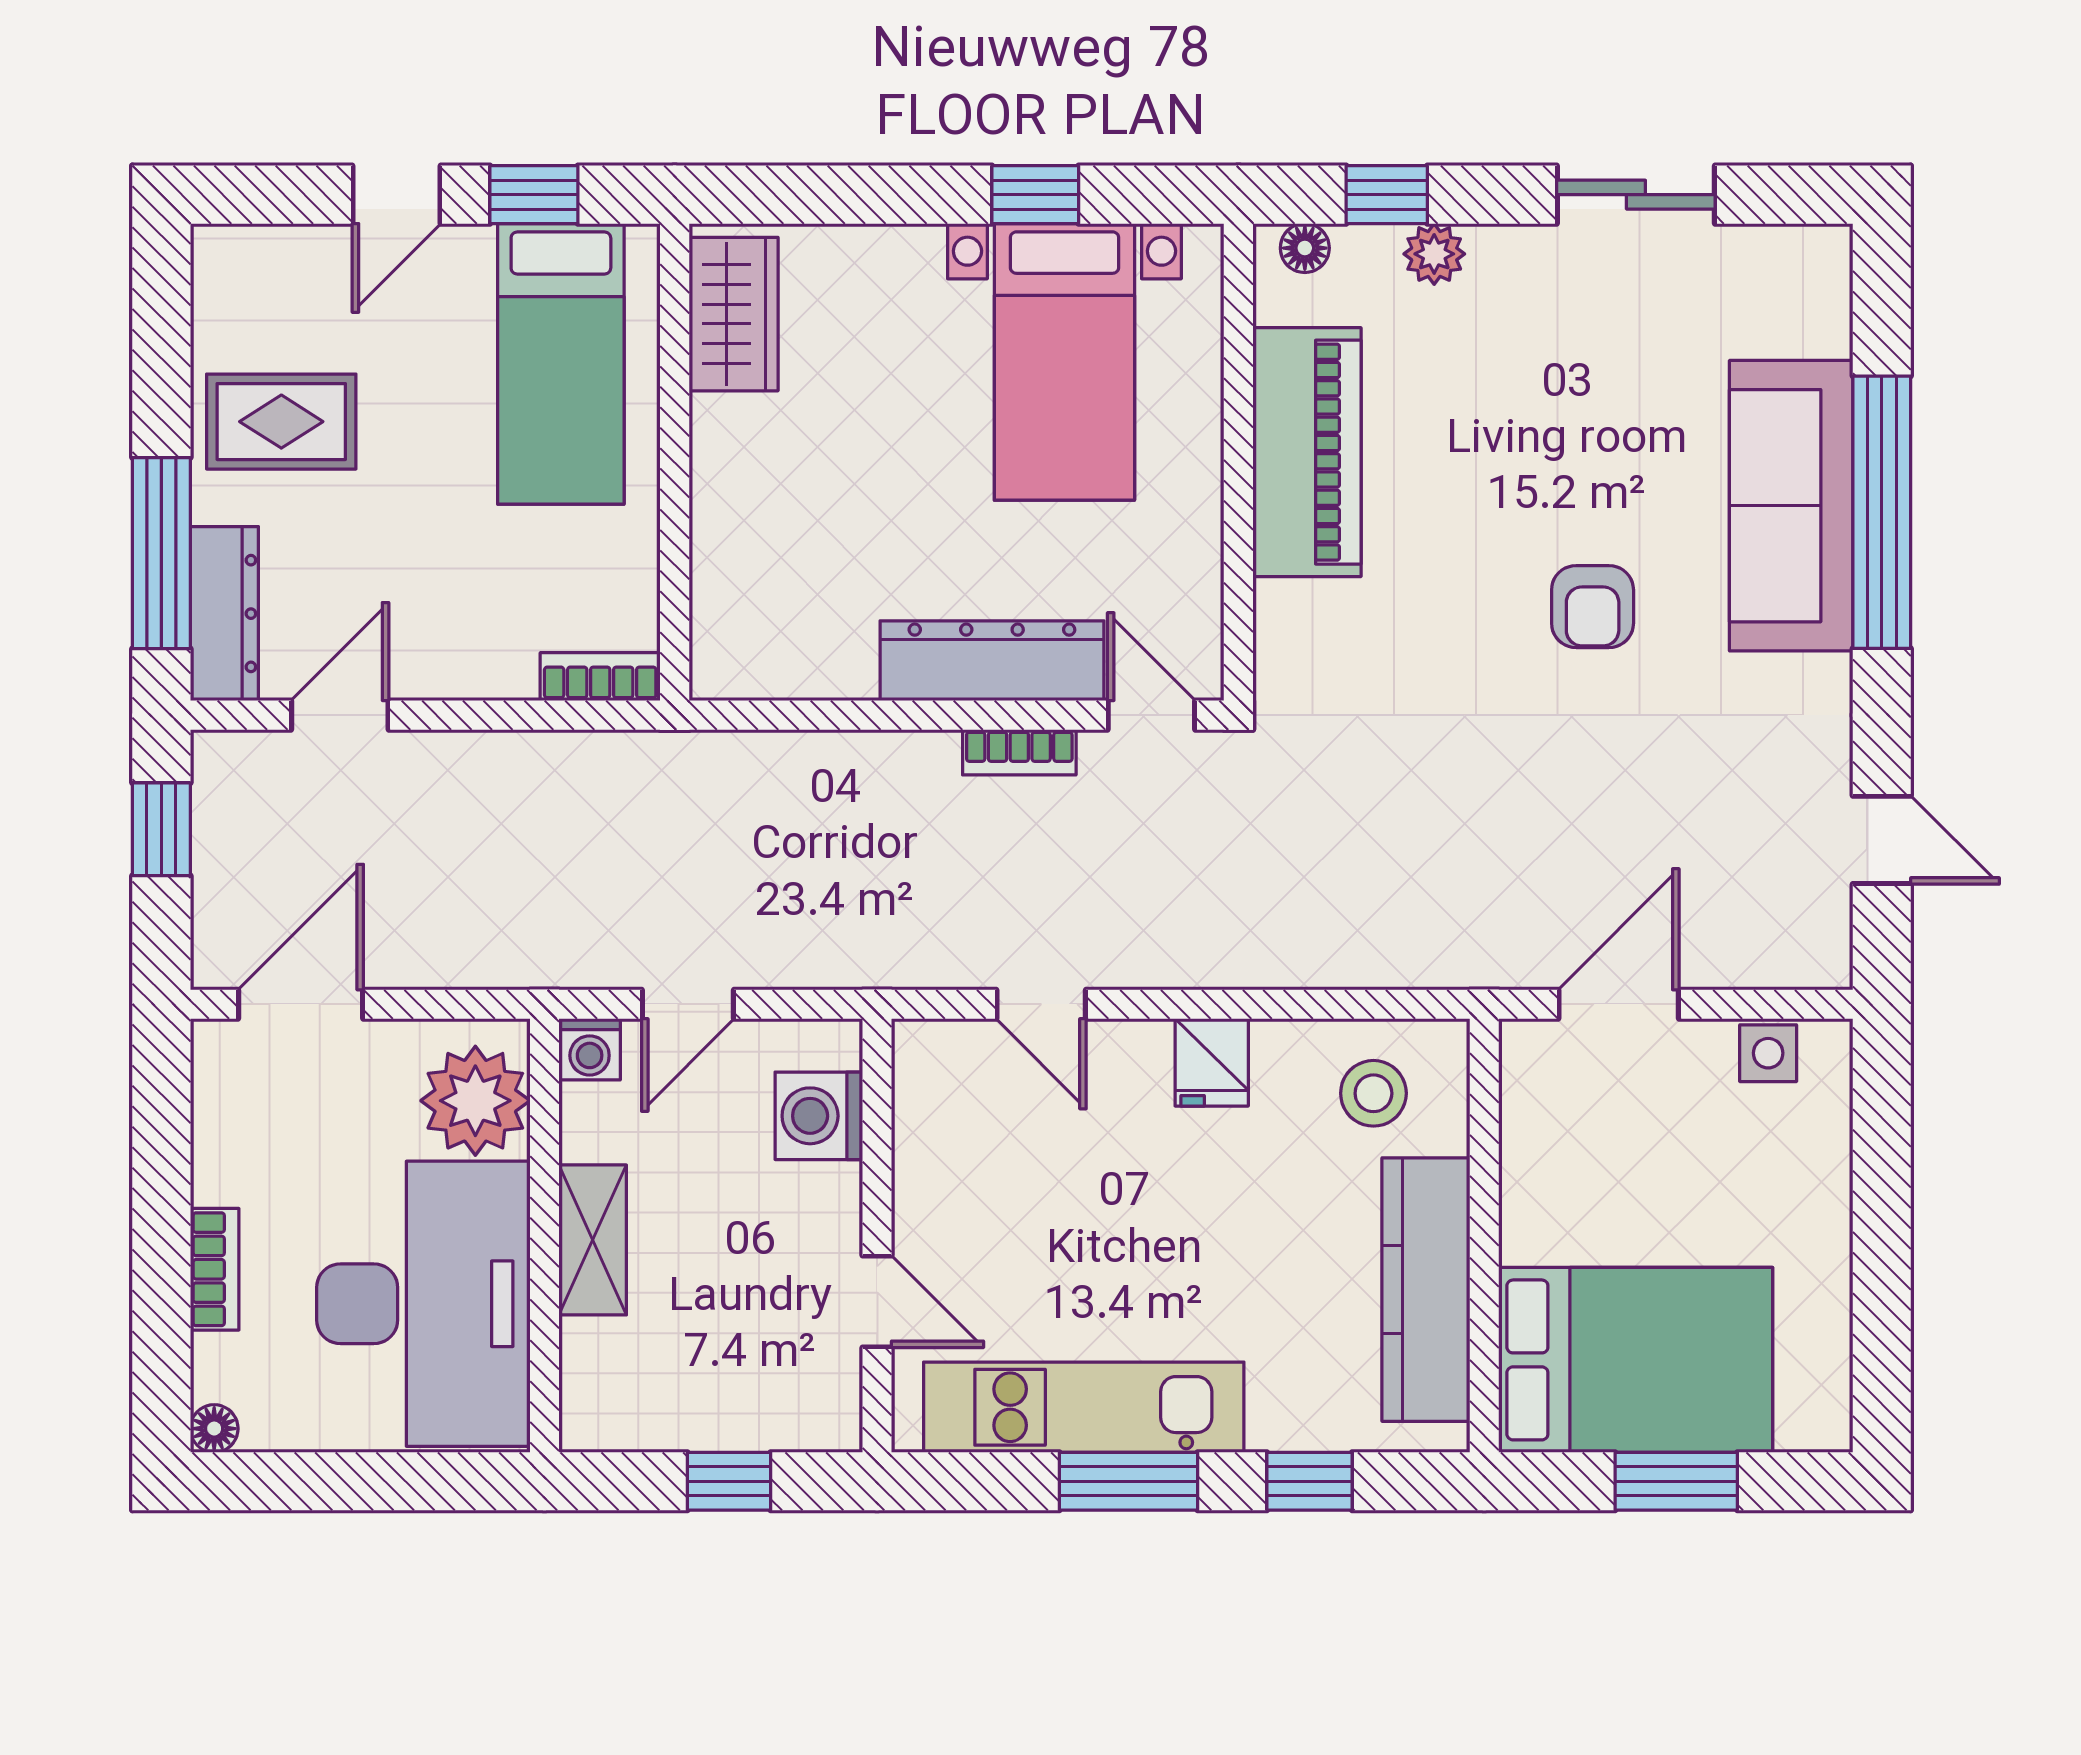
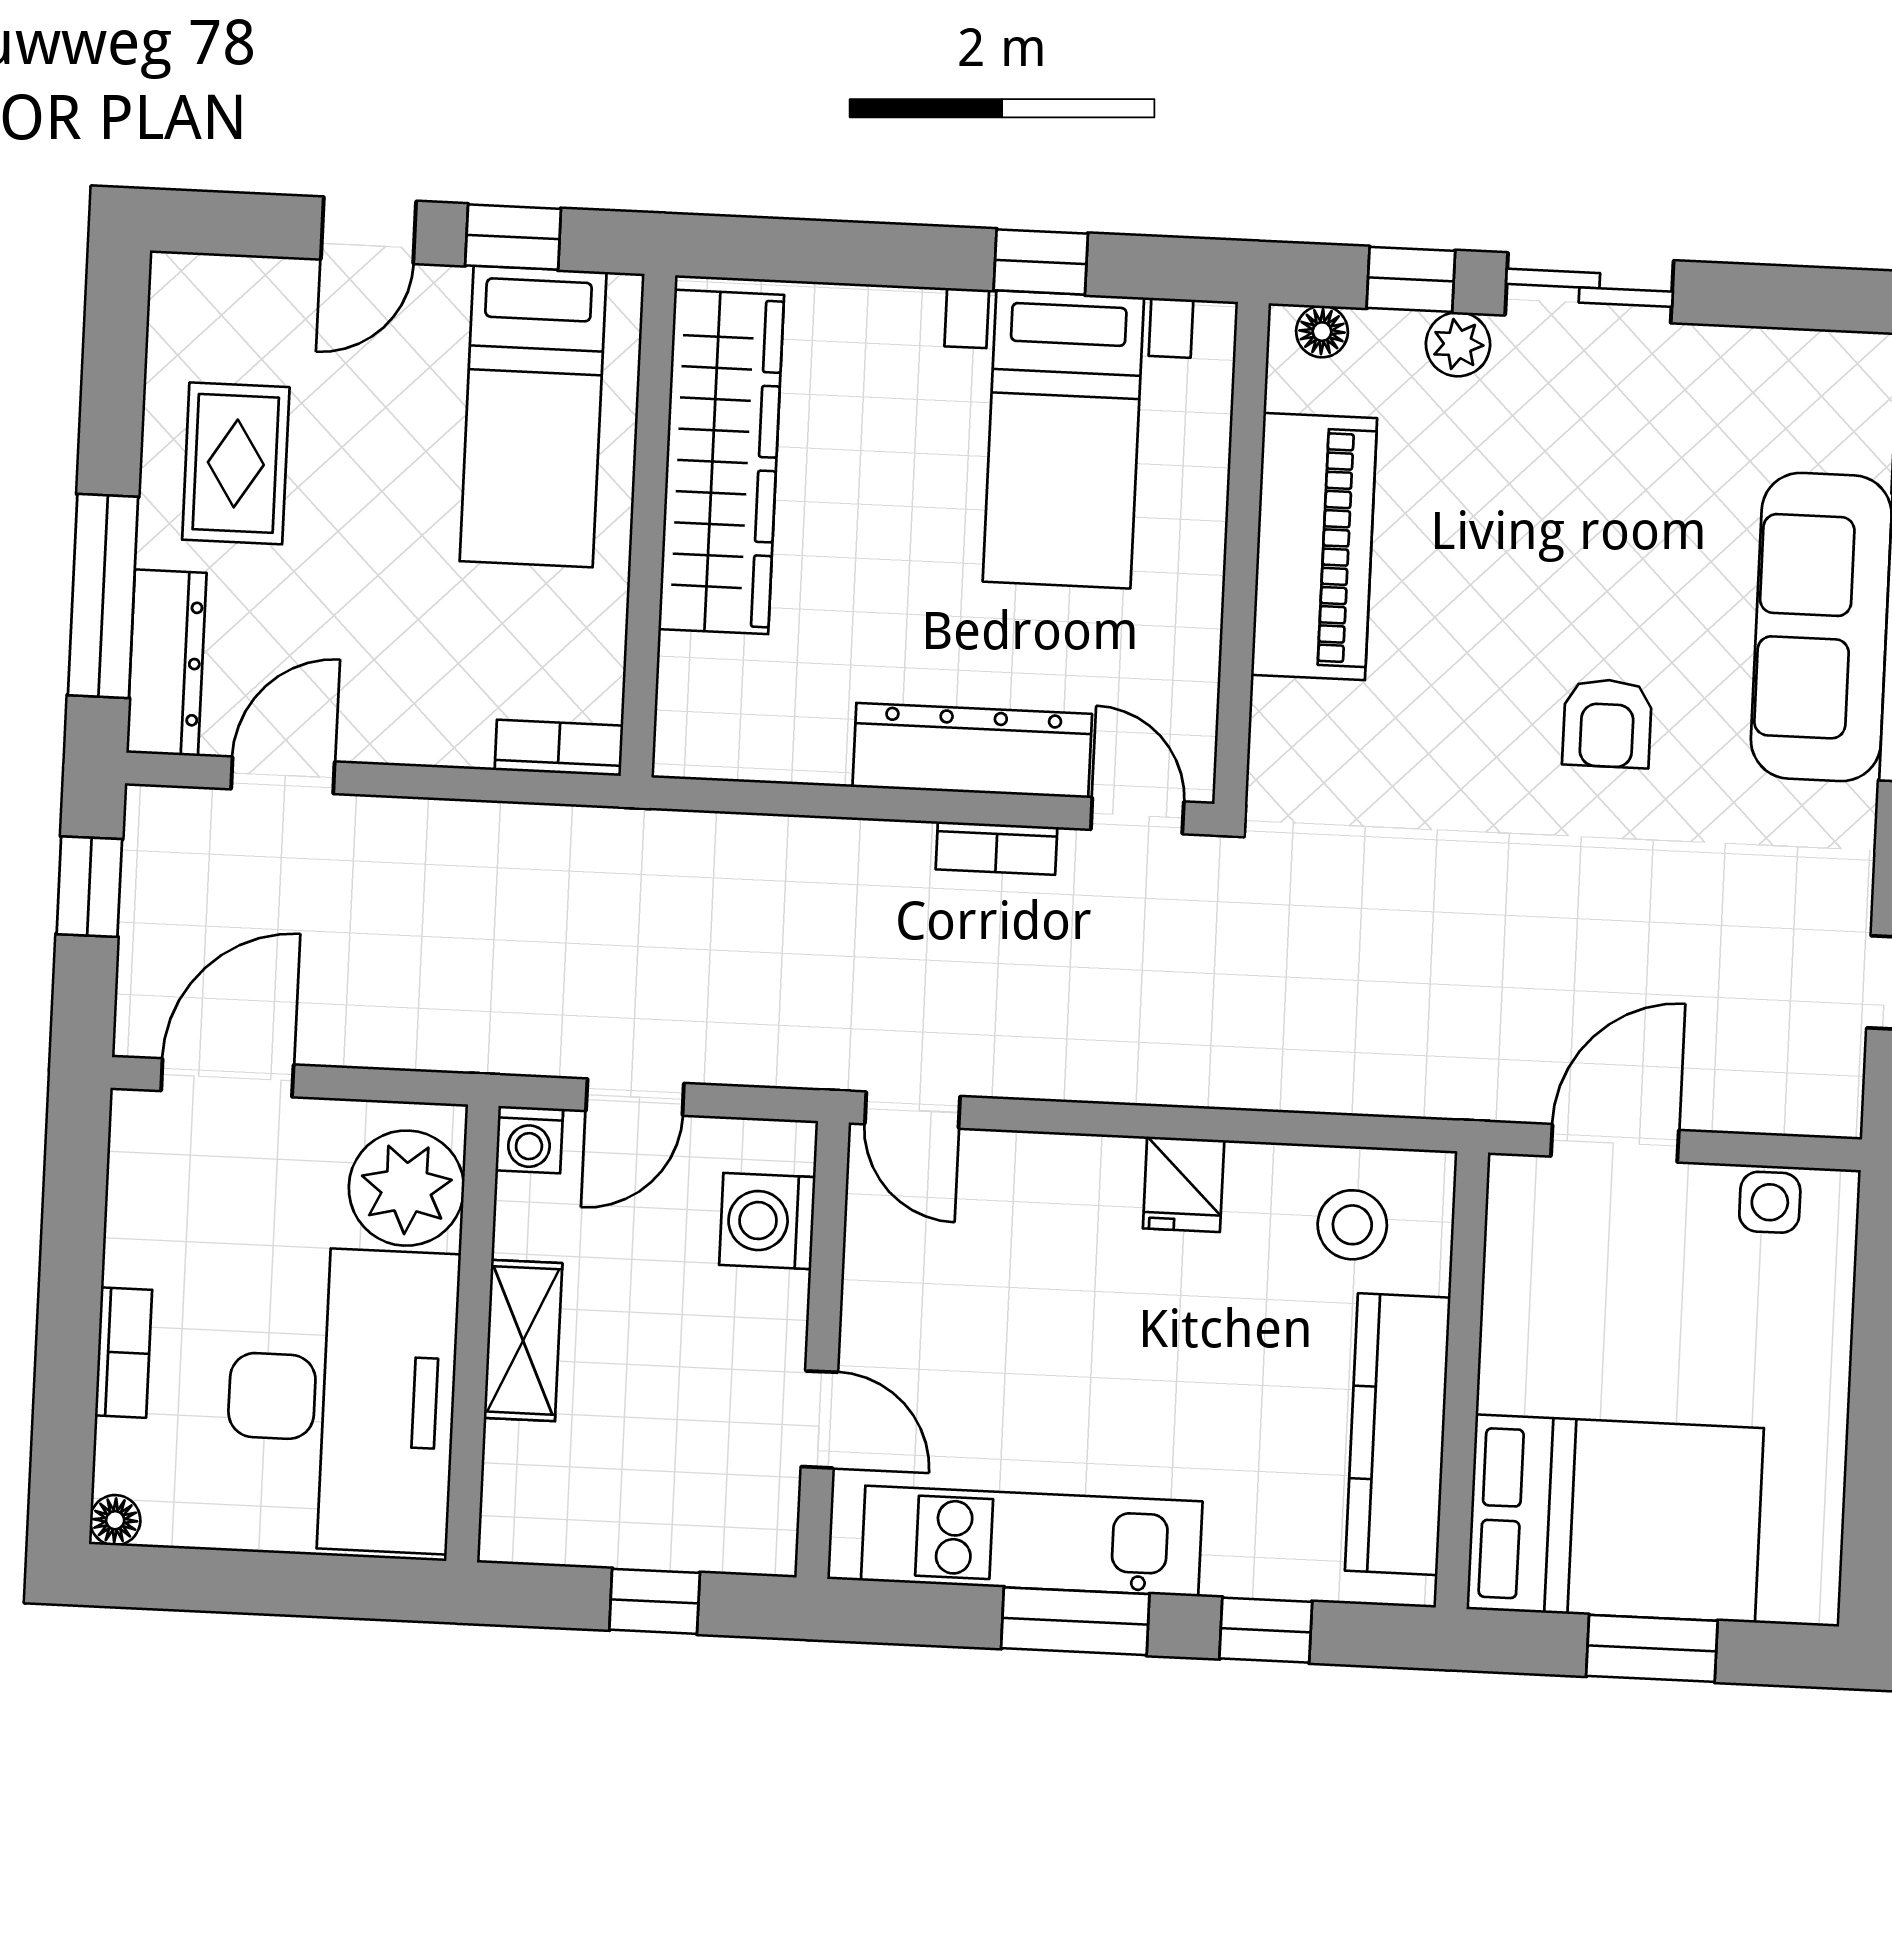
sliding door: (1636, 195) -> (1589, 288), moved
wardrobe: (734, 314) -> (721, 462), width x2.10, depth x1.17
rug: (281, 422) -> (236, 463), turned 90
door: (1041, 1004) -> (912, 1110), moved

